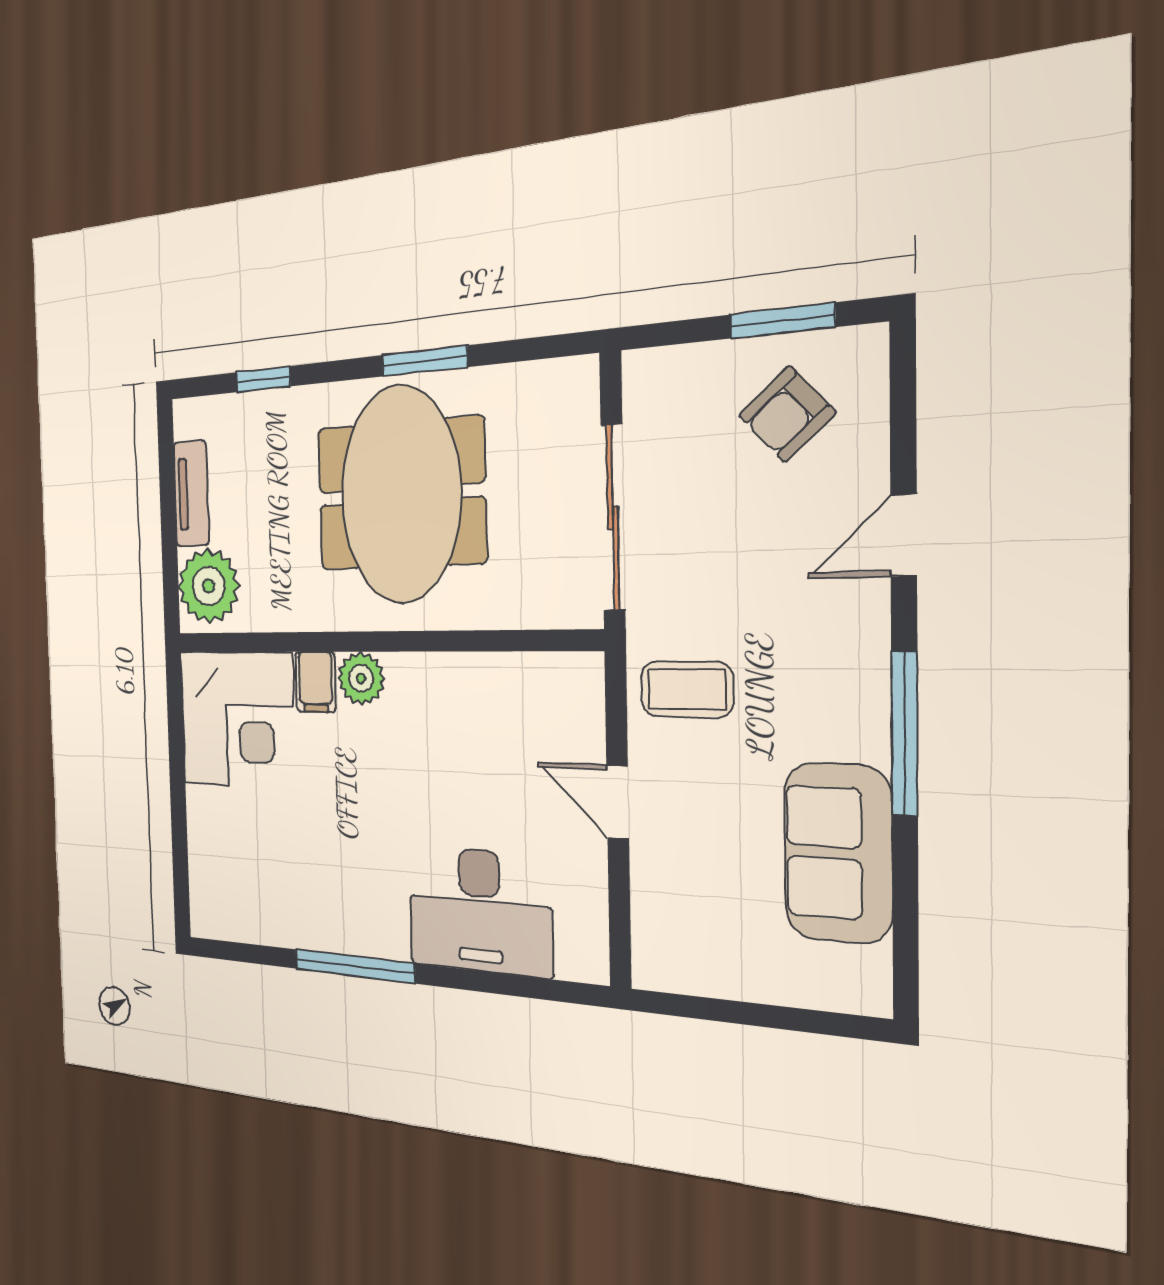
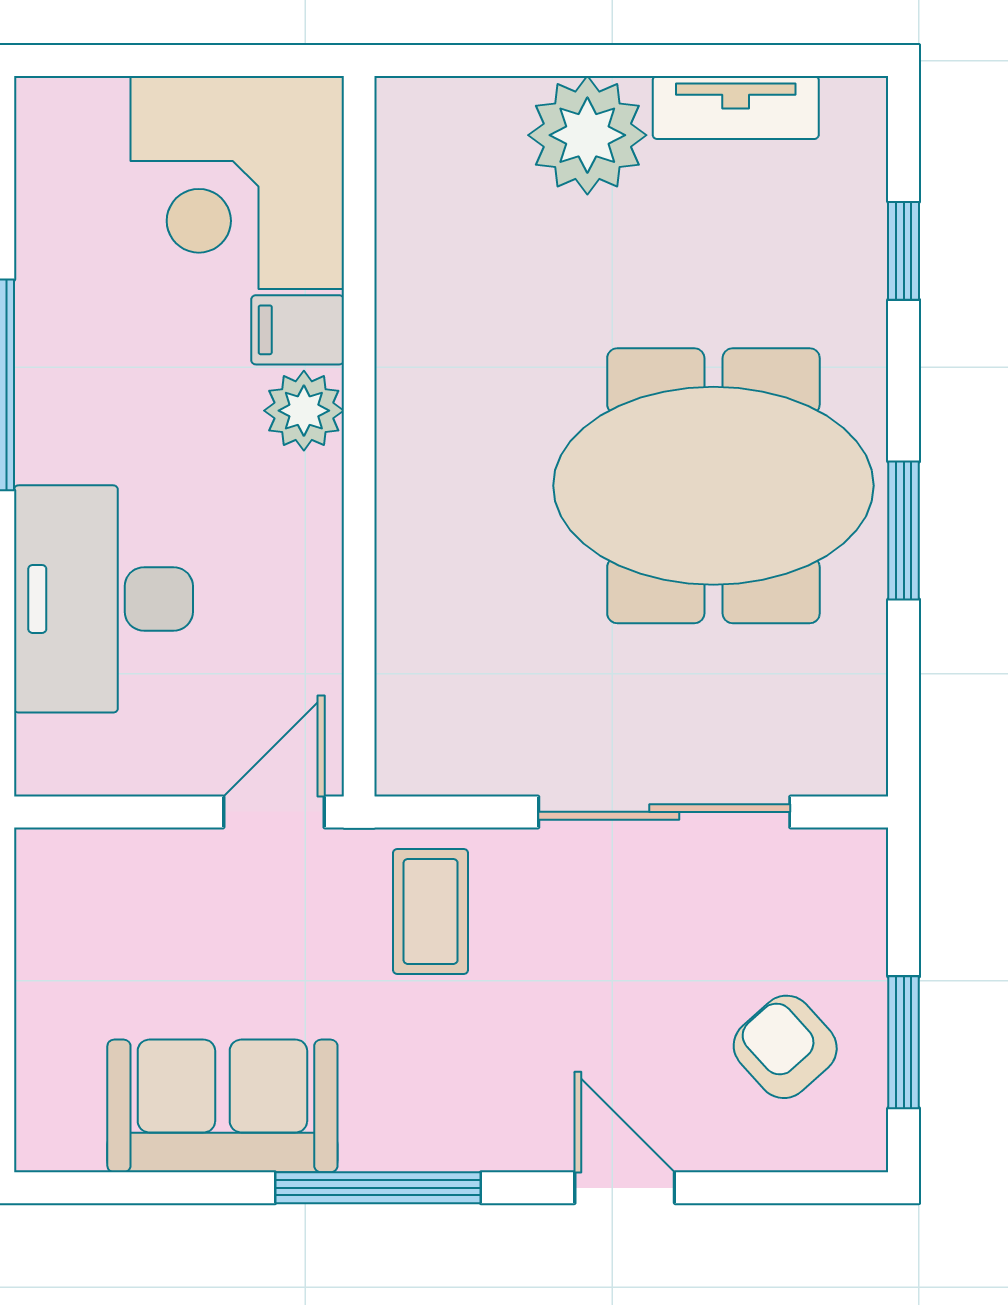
wall: (375, 642) -> (359, 436), moved
plant: (361, 678) -> (304, 411), moved
filing cabinet: (315, 682) -> (298, 330), moved
corner desk: (237, 719) -> (237, 182), moved

